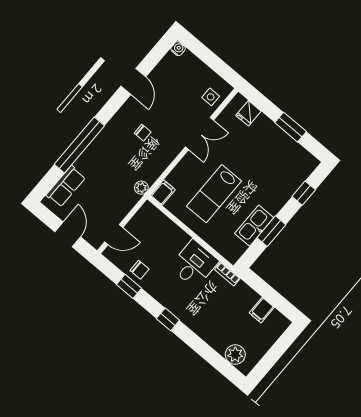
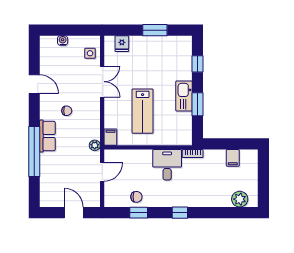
water cooler: (178, 49) -> (63, 41), moved
row of seats: (66, 186) -> (47, 136), moved
kitchen sink: (254, 226) -> (184, 96), moved
door: (114, 235) -> (102, 172), moved

